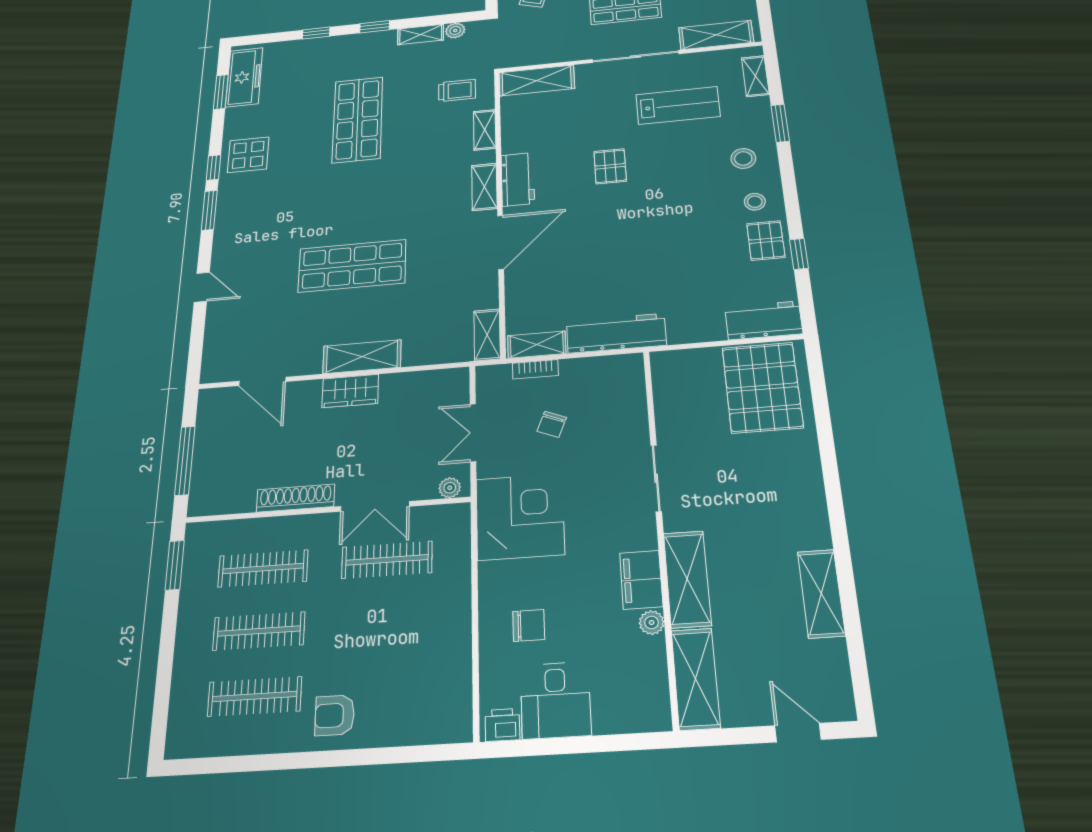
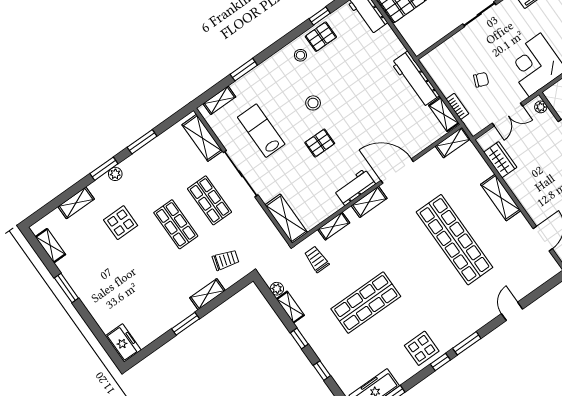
stool: (743, 158) -> (313, 103), moved
shop shelf: (352, 266) -> (455, 240), width x1.40
wardrobe: (350, 391) -> (500, 160), moved

